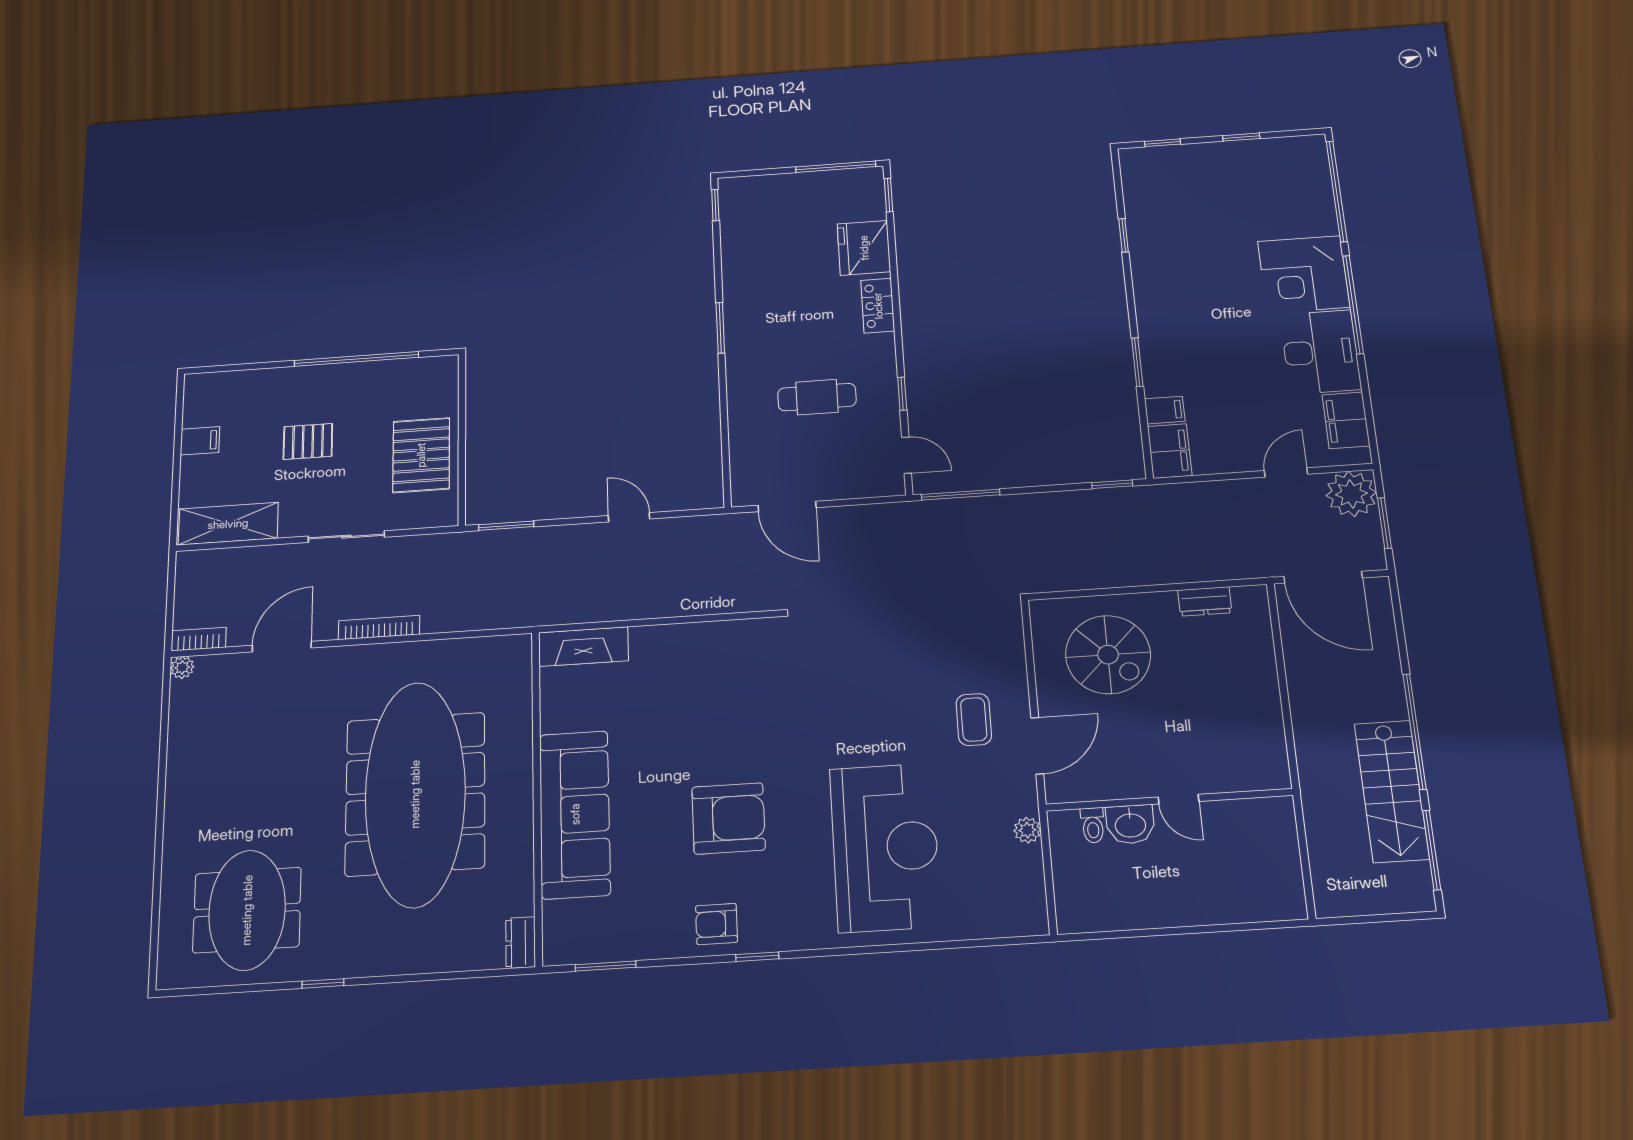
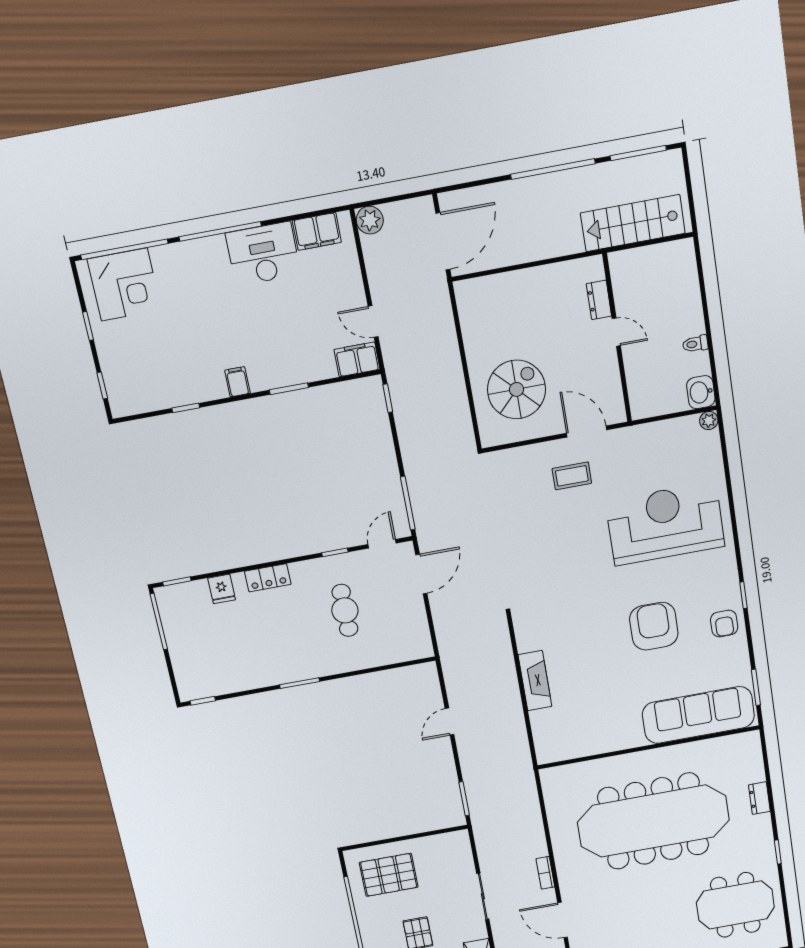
fridge: (864, 248) -> (222, 589), width x0.53, depth x0.75
corner desk: (1304, 274) -> (124, 285), moved
filing cabinet: (1165, 410) -> (237, 382), moved
pallet: (421, 455) -> (389, 875), moved
door: (1286, 472) -> (373, 322), moved
plant: (1351, 494) -> (370, 220), width x0.73, depth x0.73
door: (787, 506) -> (421, 574), moved
window: (1384, 523) -> (396, 198), removed
dresser: (1205, 601) -> (599, 300), moved, turned 180
bookcase: (379, 627) -> (545, 873), width x0.64
fireplace: (583, 647) -> (535, 681), moved
stairs: (1392, 791) -> (633, 223), moved, turned 180
door: (1179, 799) -> (616, 332), hinge flipped
sofa: (575, 814) -> (698, 715), moved
washbasin: (1130, 824) -> (701, 392), moved, turned 180
toilet: (1093, 825) -> (695, 344), moved, turned 180
plant: (1027, 830) -> (709, 421), moved
dresser: (521, 943) -> (759, 798), moved, turned 90

